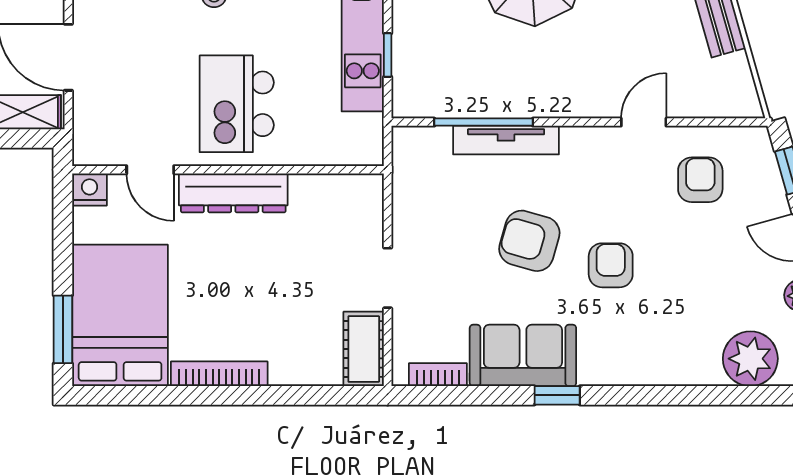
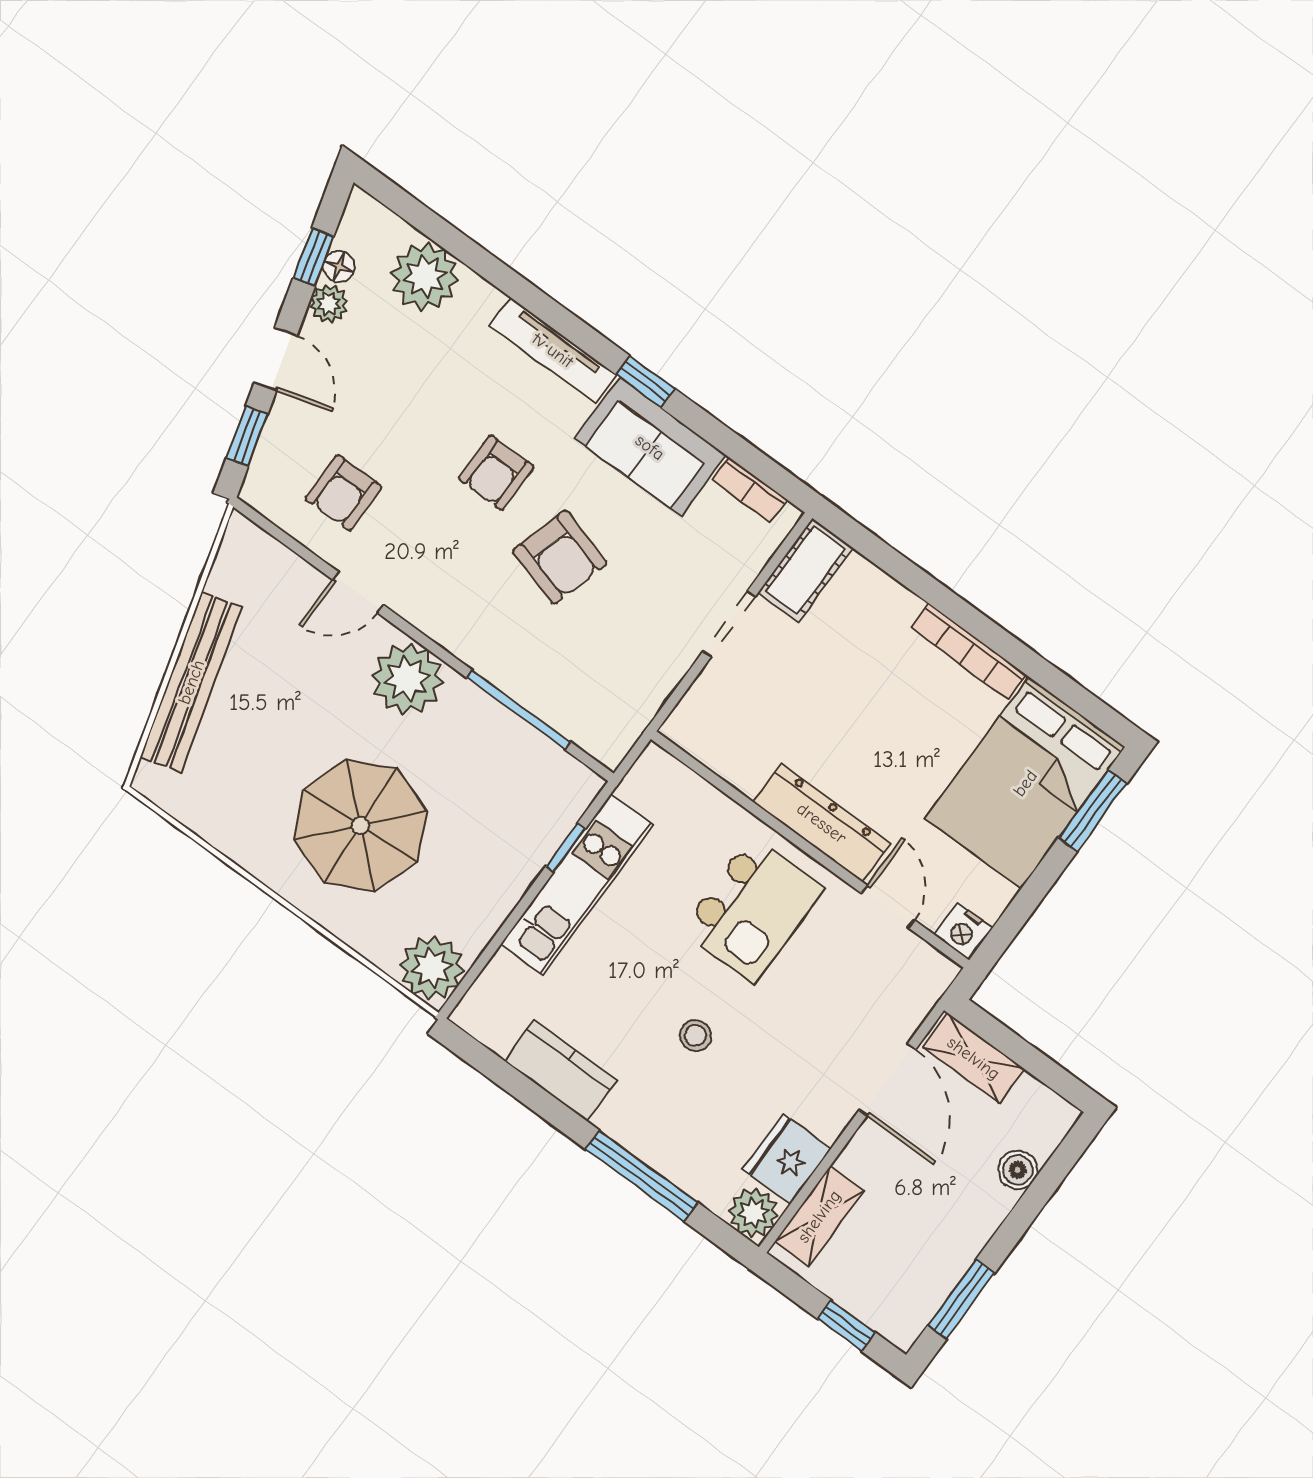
plant: (570, 89) -> (407, 679), added
tv unit: (506, 140) -> (553, 350), moved, turned 180

